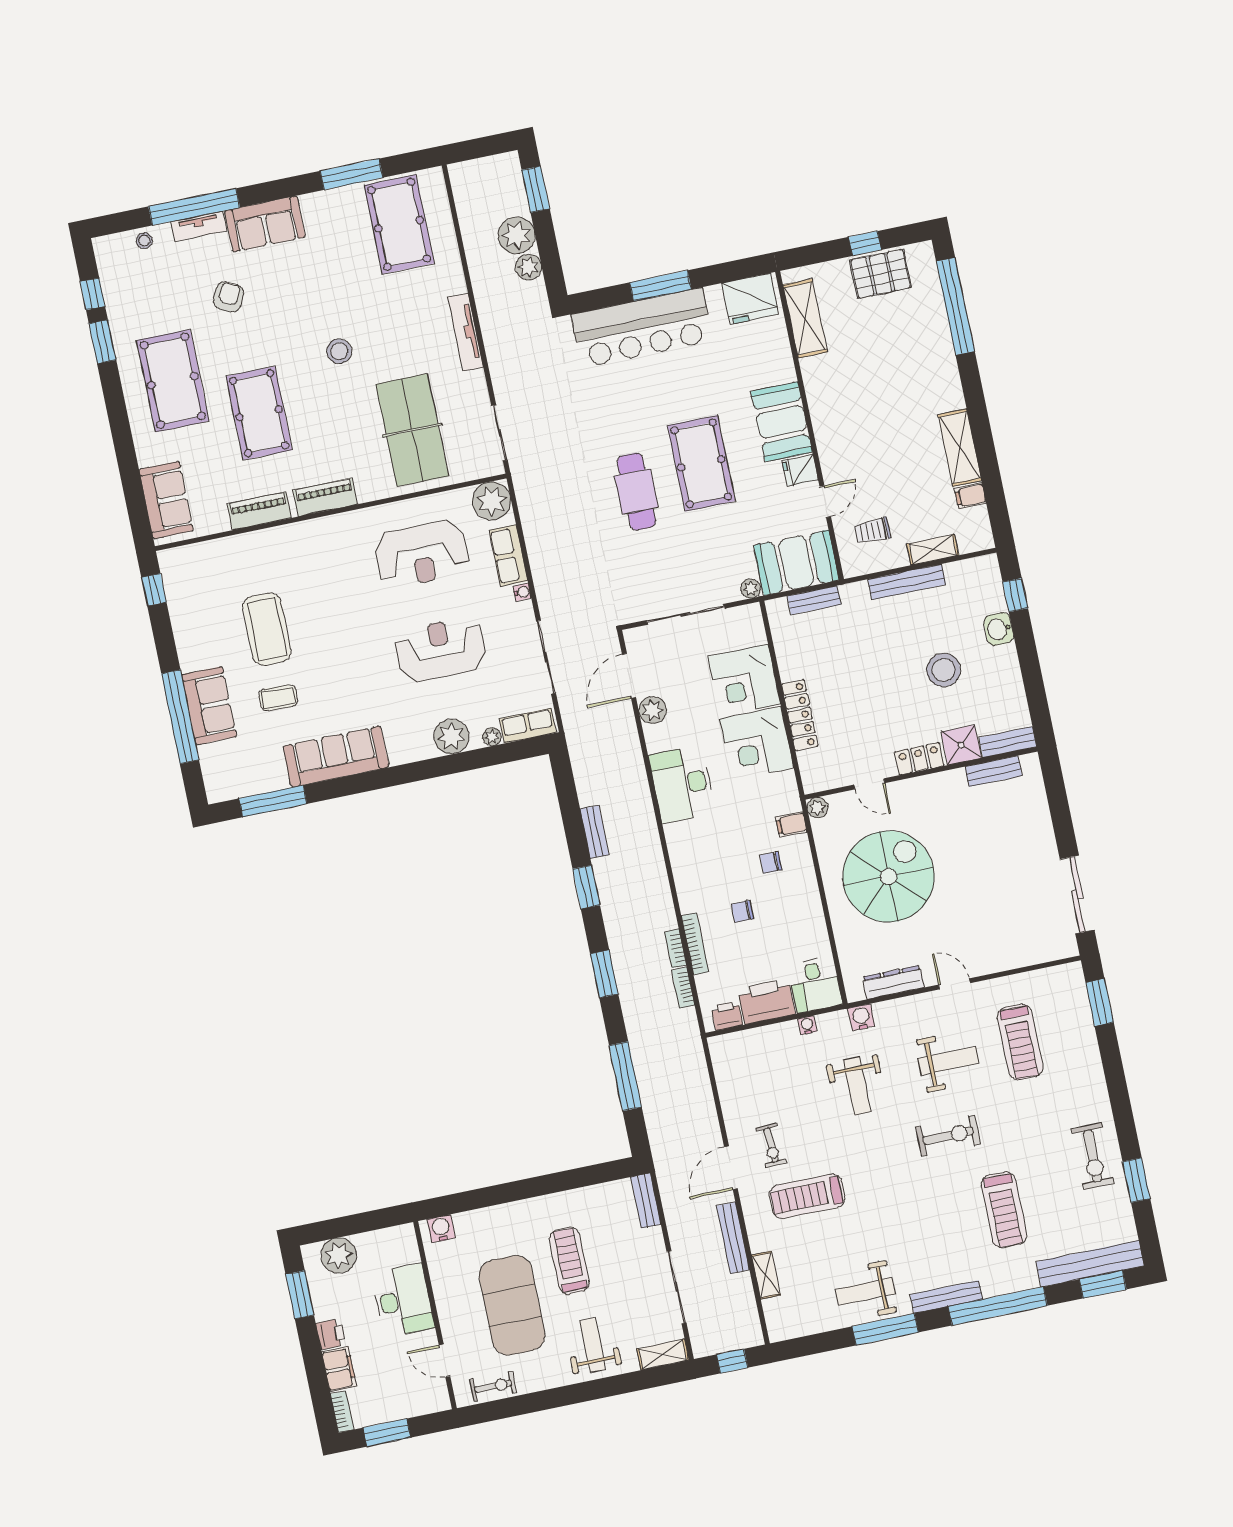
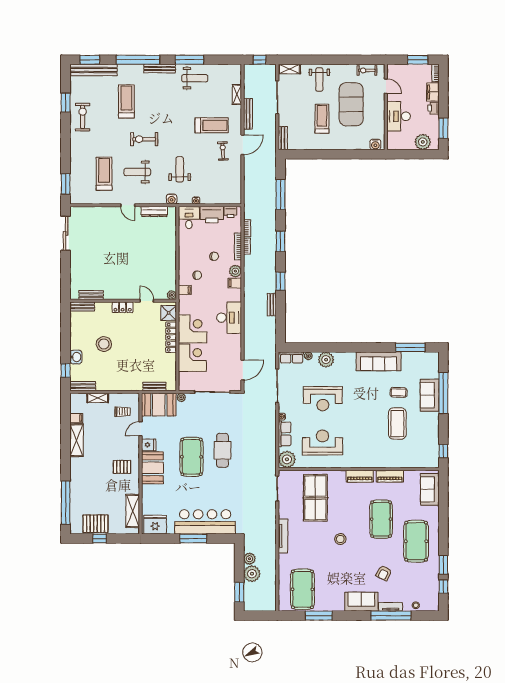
pallet: (848, 410) -> (122, 467), added
bench: (907, 582) -> (83, 386), moved, width x0.73
plant: (652, 710) -> (235, 271), moved
shower: (961, 745) -> (169, 313), moved
filing cabinet: (685, 862) -> (235, 283), added
spiral stairs: (888, 876) -> (147, 258), removed
treadmill: (569, 1261) -> (322, 119), turned 180

